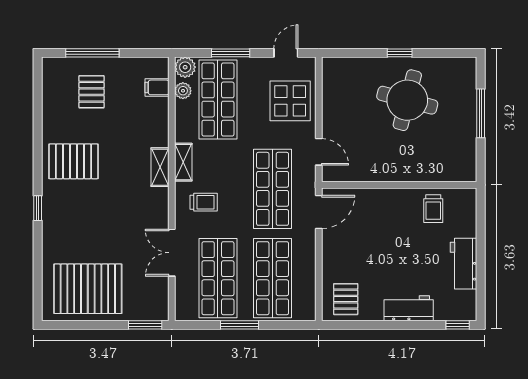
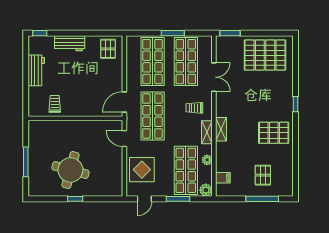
plant: (183, 91) -> (207, 160), moved

